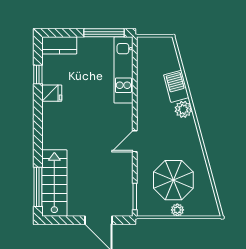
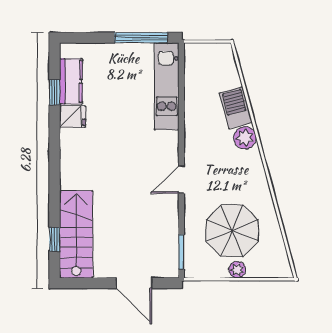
kitchen counter: (59, 45) -> (71, 81), moved, turned -90
window: (38, 187) -> (55, 239), width x0.46

